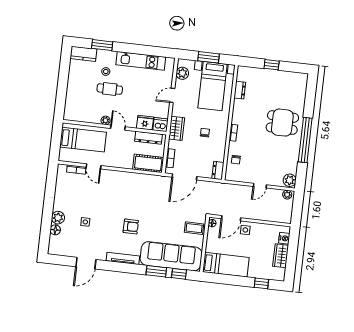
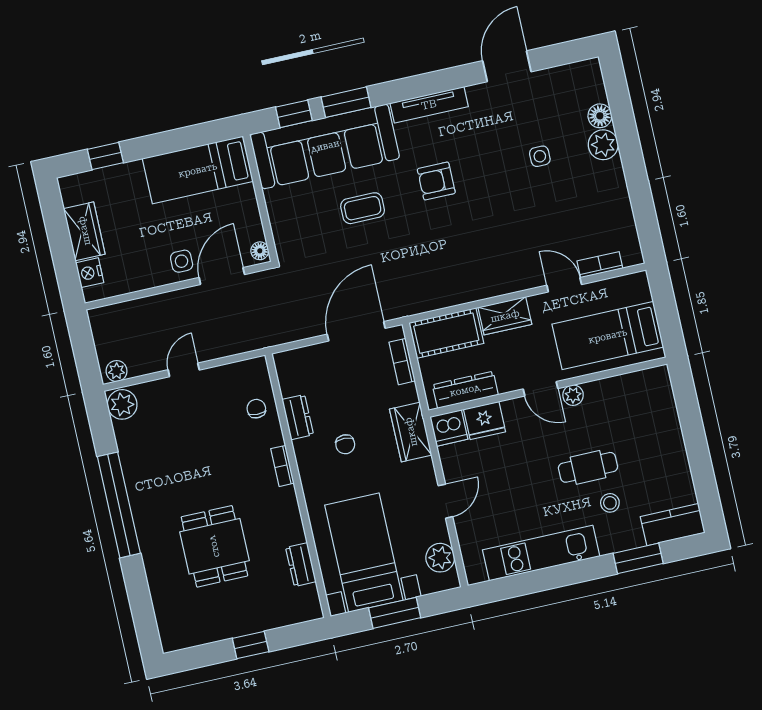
dining table: (282, 123) -> (214, 546), moved, turned 90
wardrobe: (122, 162) -> (505, 316), added
dresser: (218, 170) -> (298, 417), moved
coffee table: (194, 228) -> (363, 208), moved

